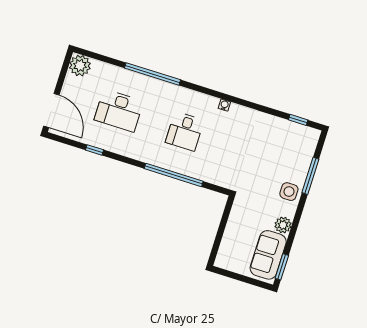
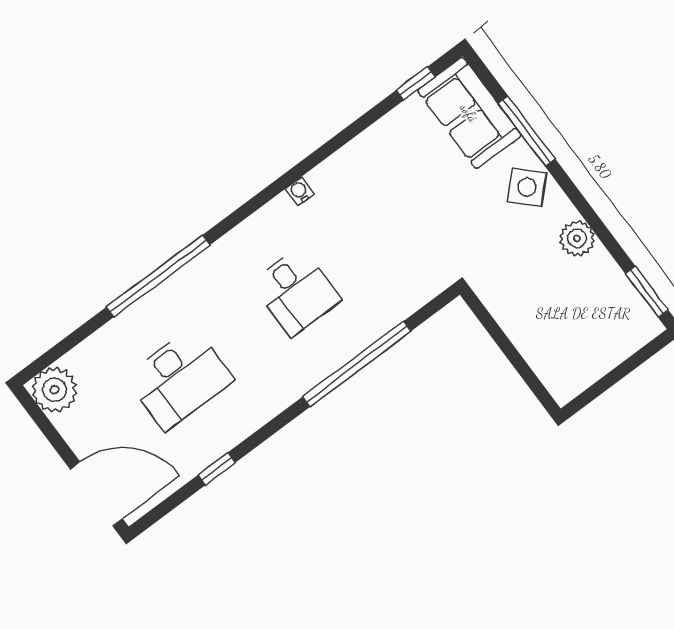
side table: (289, 192) -> (527, 187), turned 45
sofa: (268, 255) -> (469, 113), moved

